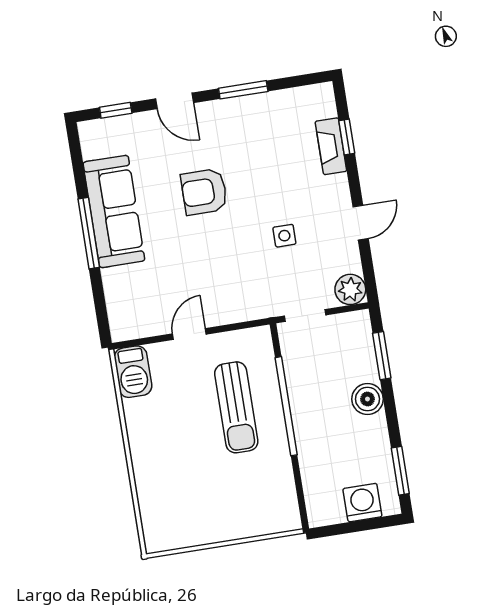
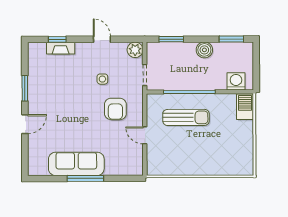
window: (116, 110) -> (25, 155), removed
armchair: (204, 192) -> (115, 109), moved
barbecue: (133, 372) -> (245, 107), moved, turned -90
boiler: (367, 399) -> (204, 50), moved
washing machine: (362, 503) -> (236, 81), moved, turned 90

